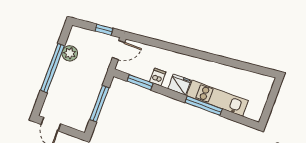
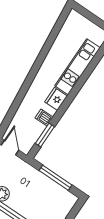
window: (204, 106) -> (81, 81), removed

